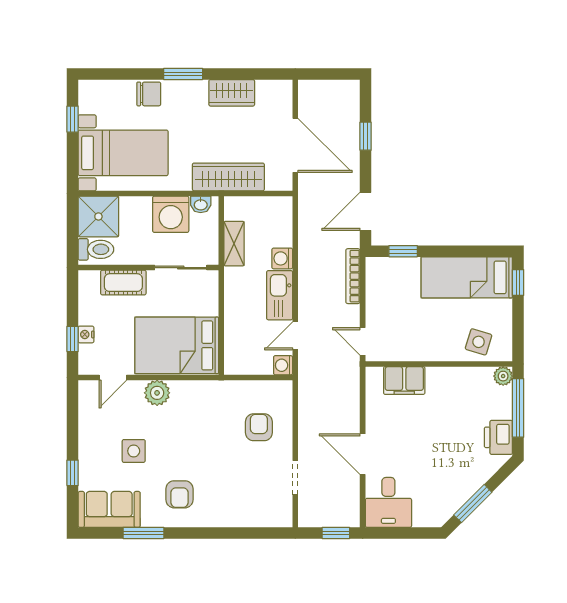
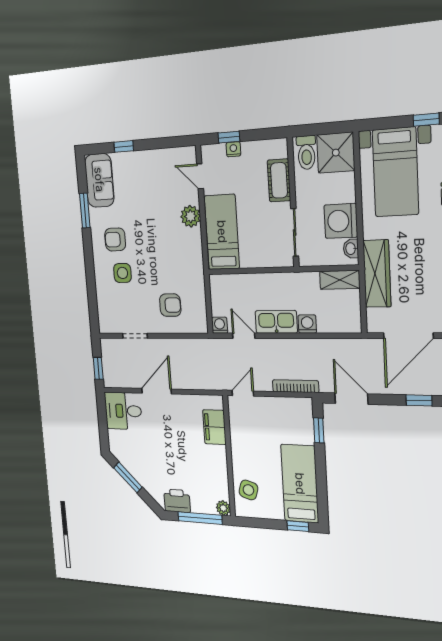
shelving: (234, 244) -> (340, 280), moved
bed: (177, 345) -> (222, 232), width x0.67
side table: (134, 451) -> (122, 273), moved

